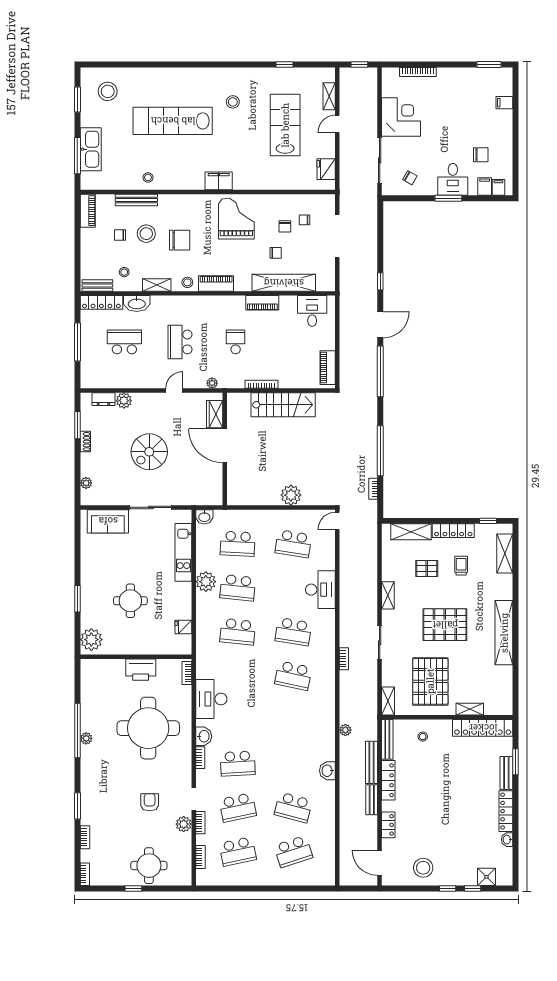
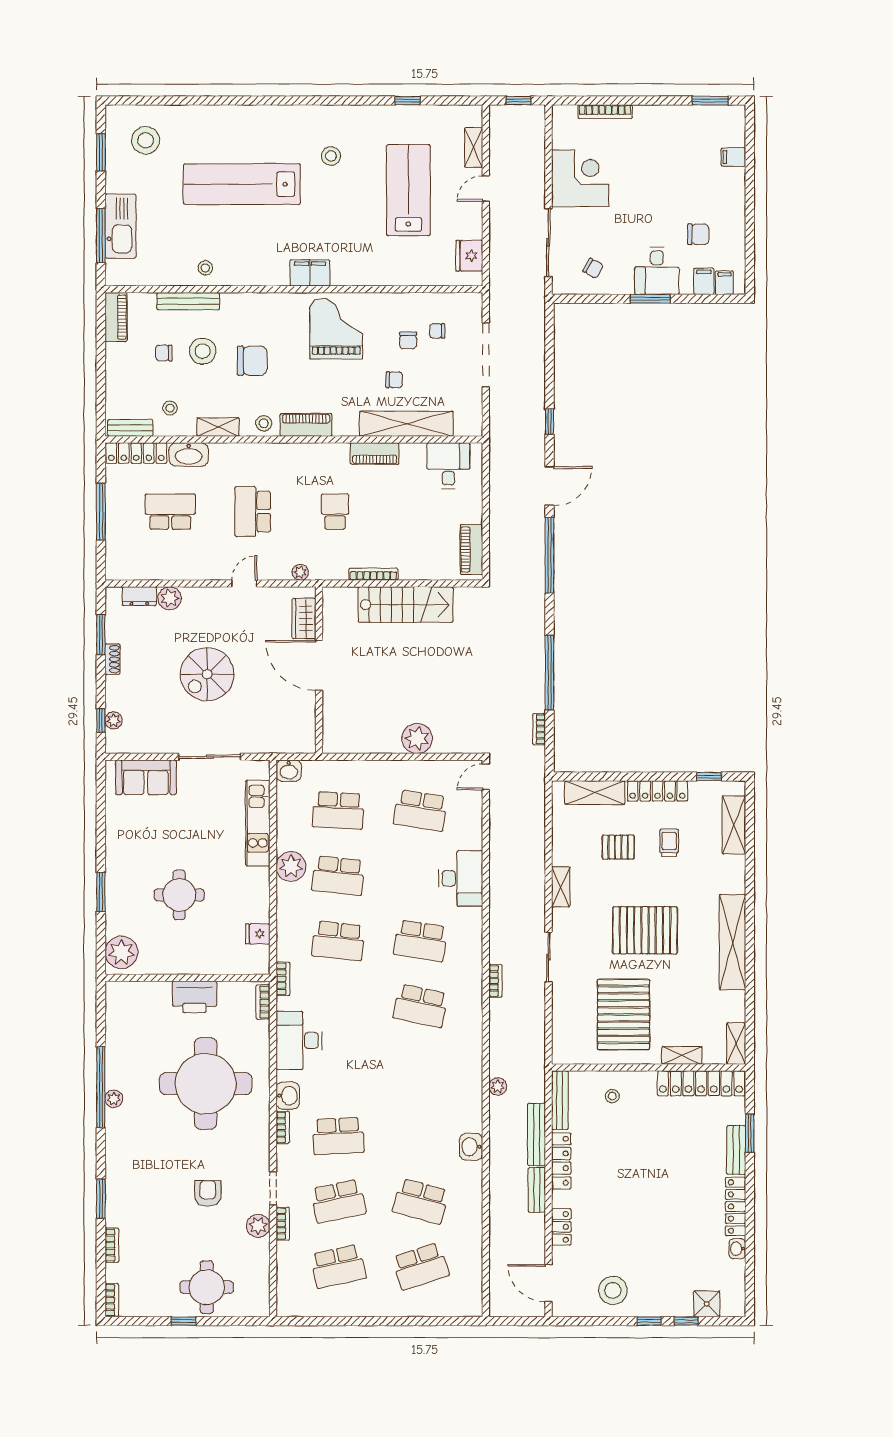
window: (77, 483) -> (101, 721), added
shelving: (388, 701) -> (736, 1043), moved
bookcase: (200, 857) -> (283, 979), moved

